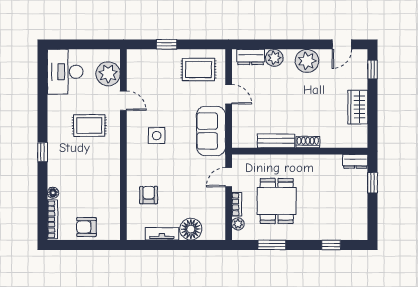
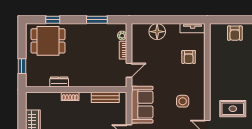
bench: (276, 141) -> (105, 97), moved
dresser: (355, 161) -> (59, 82), moved
dining table: (277, 201) -> (48, 41), moved, turned 90
armchair: (86, 227) -> (235, 33), turned 90
tv unit: (162, 234) -> (193, 28), moved

